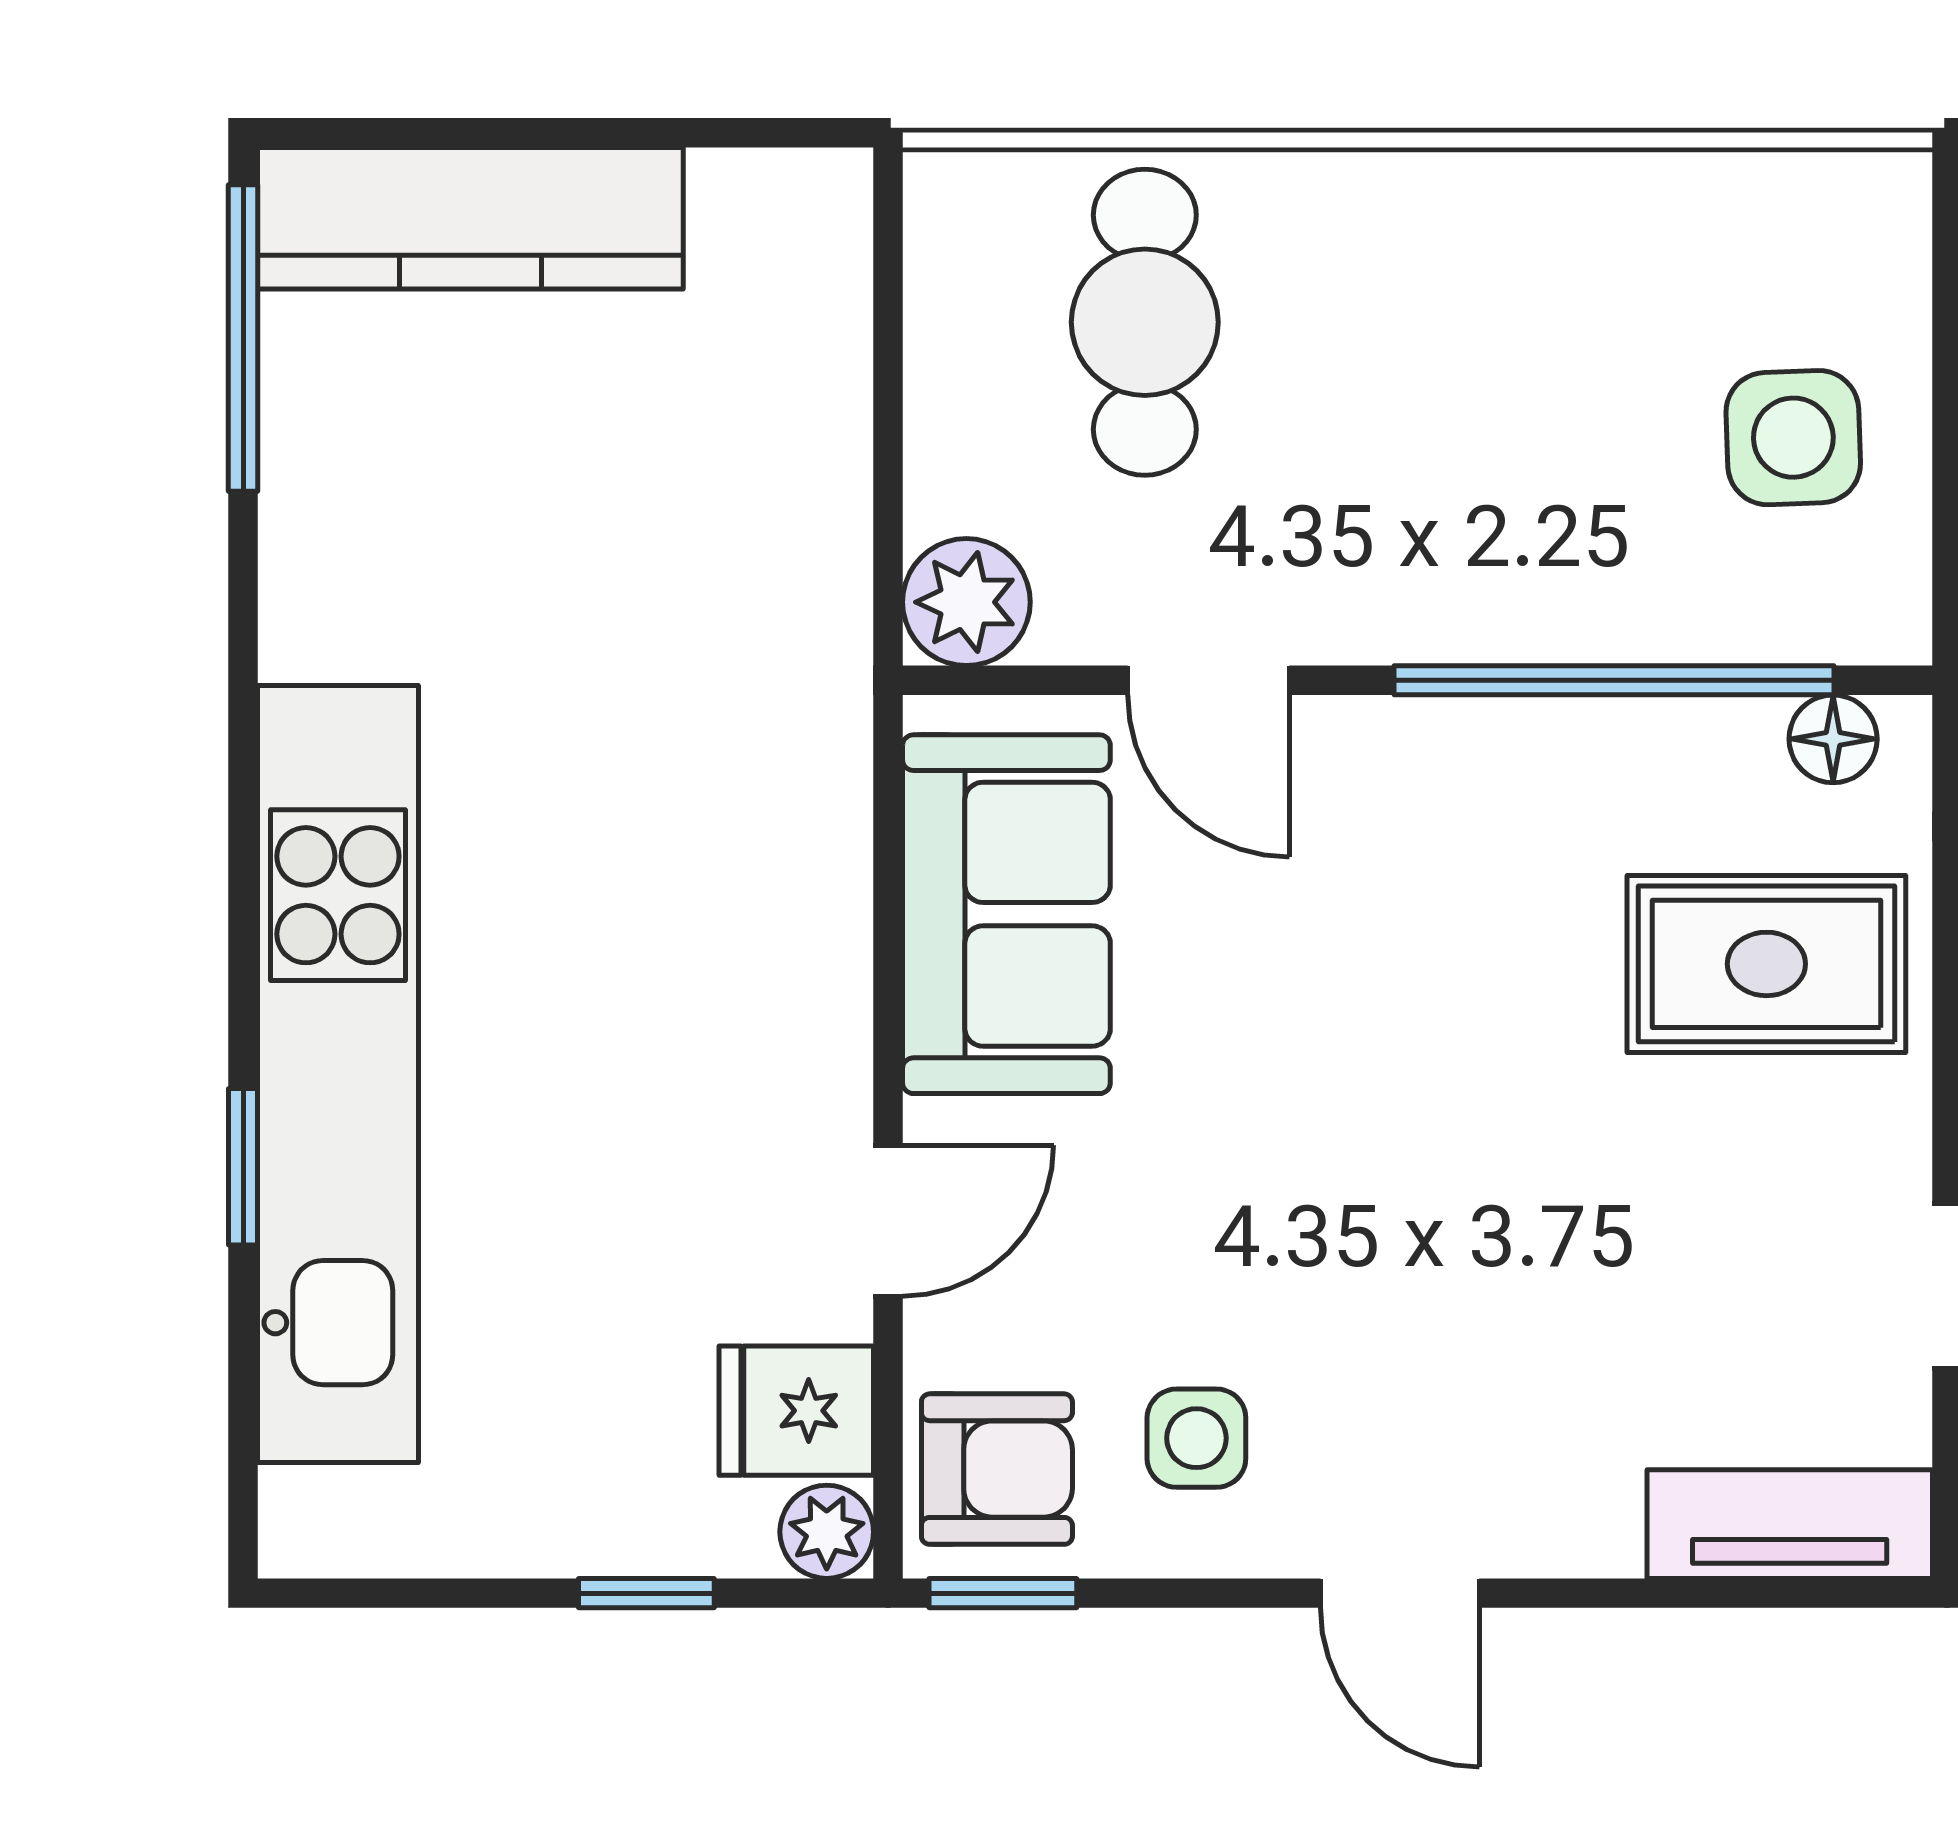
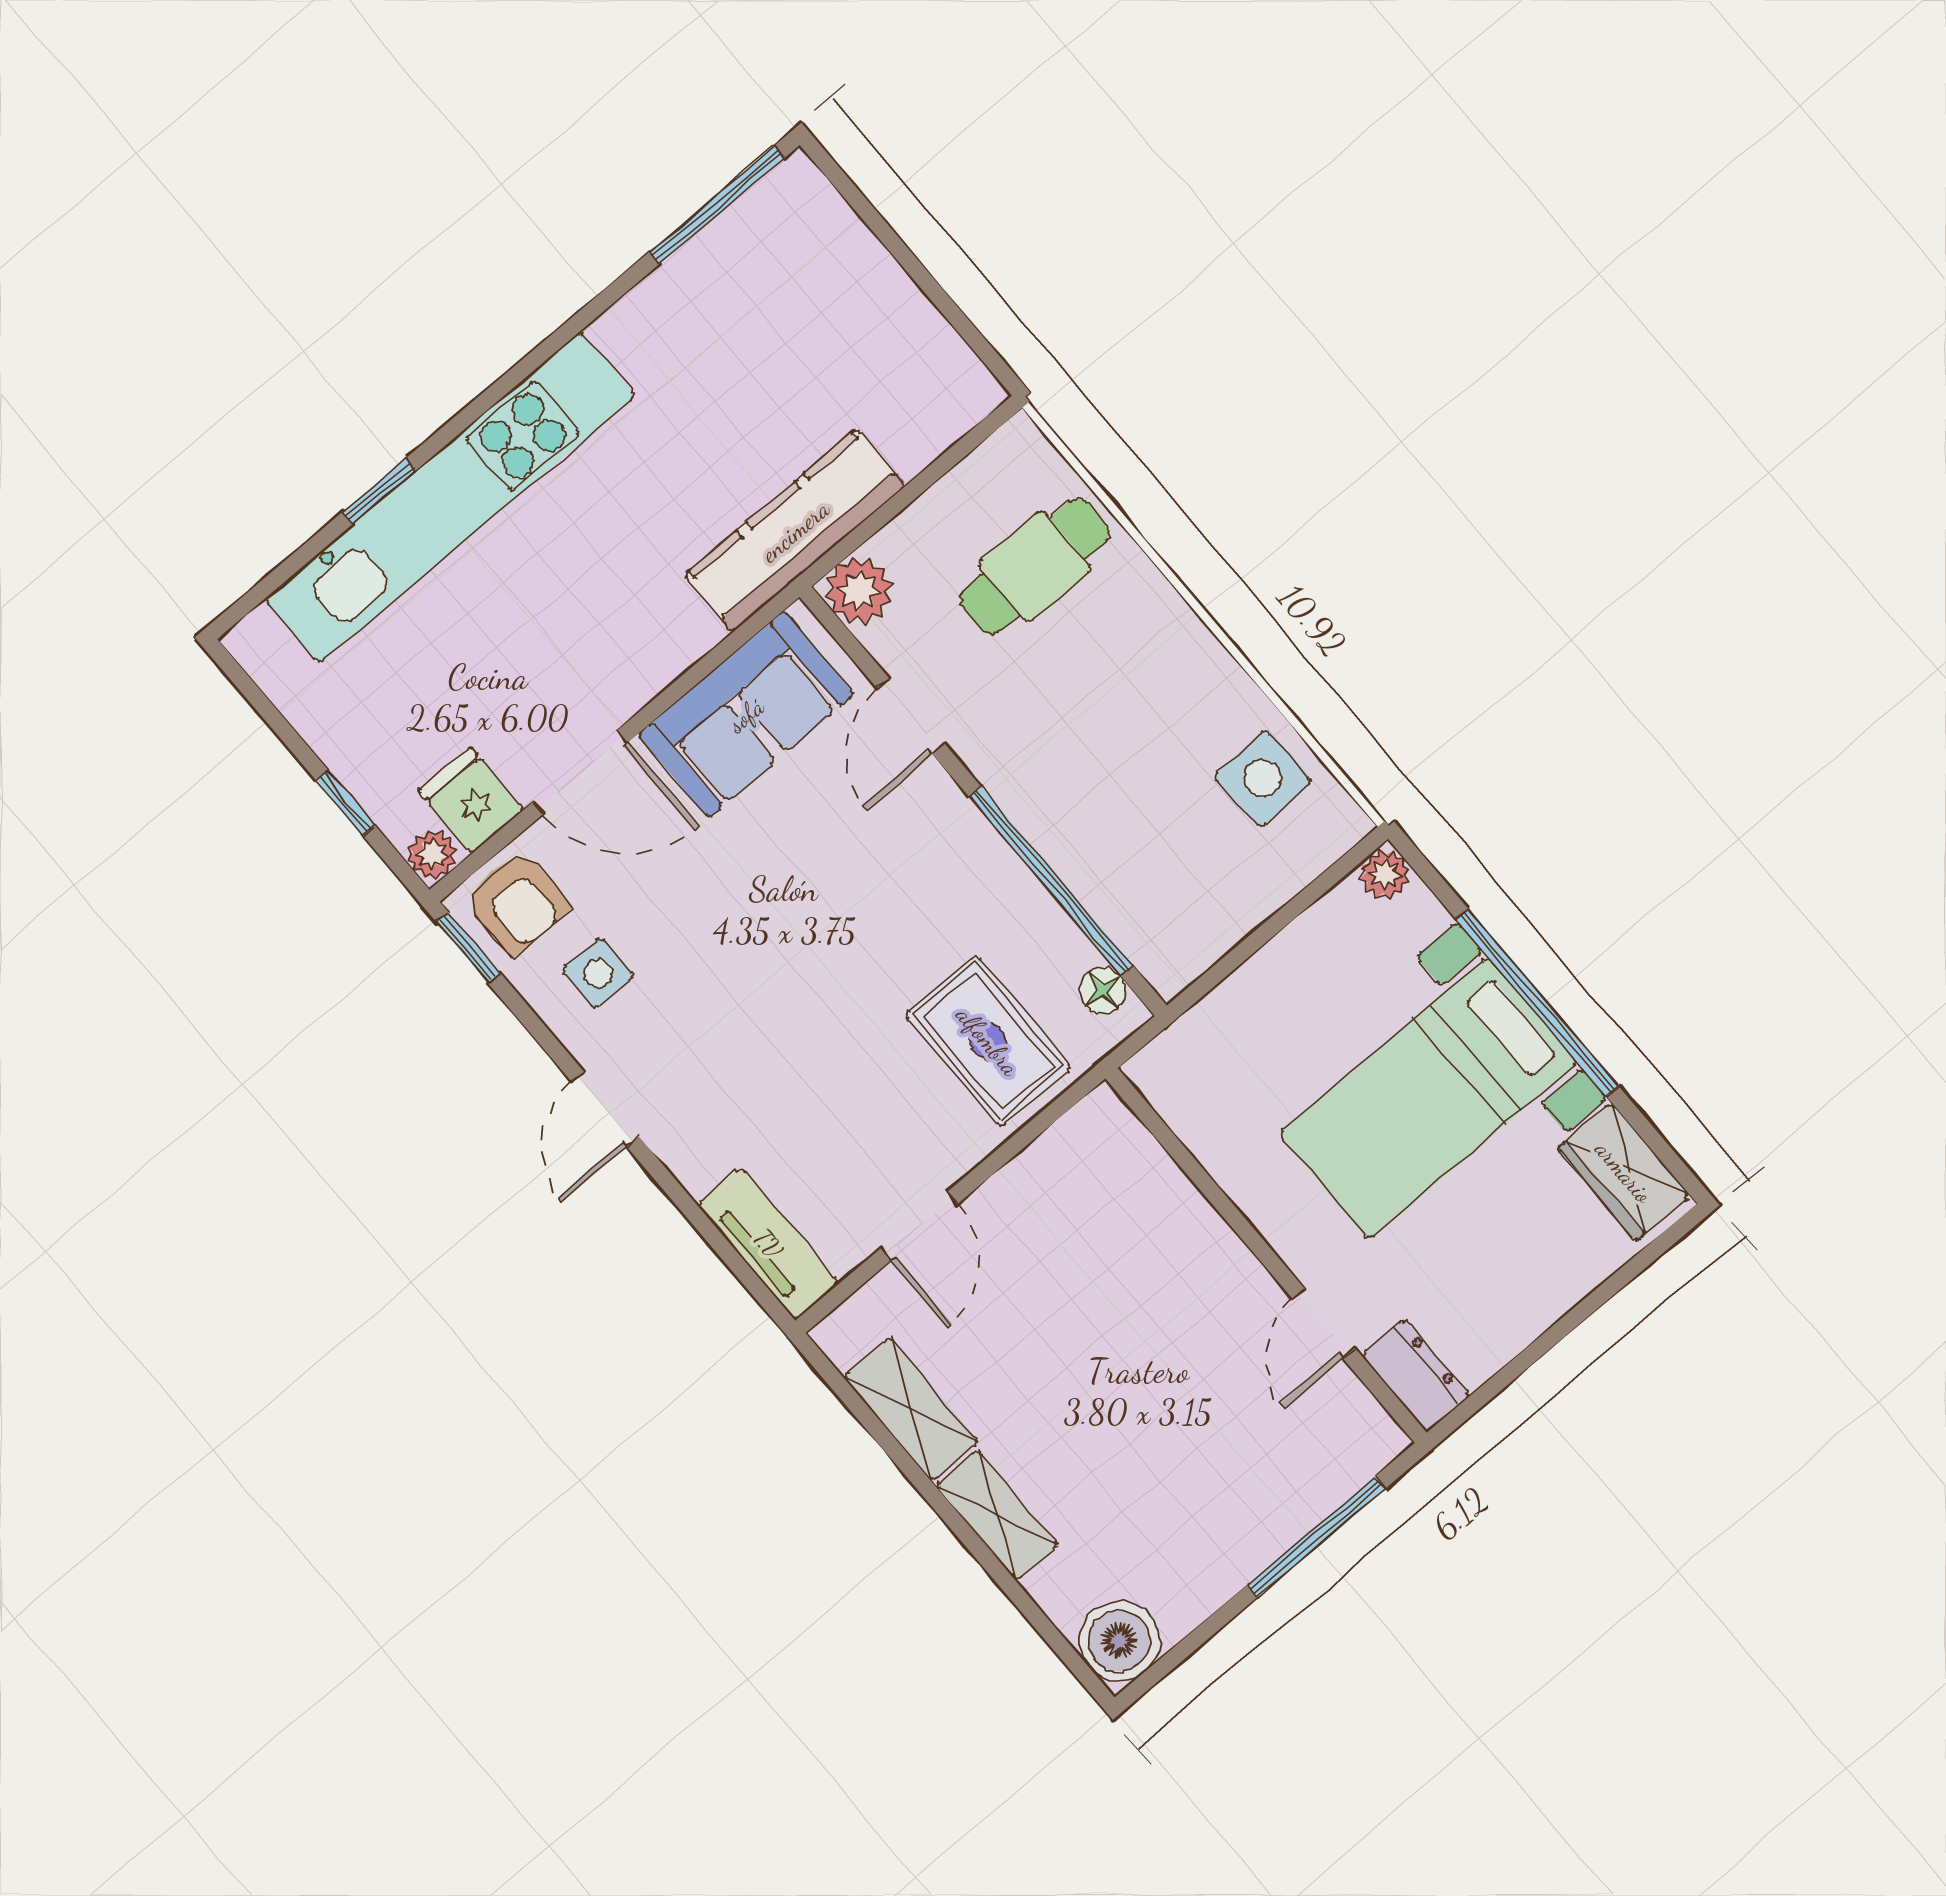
kitchen counter: (470, 218) -> (795, 531), moved, turned 90
side table: (1793, 438) -> (1263, 779), moved
door: (888, 1221) -> (580, 772), width x1.38

